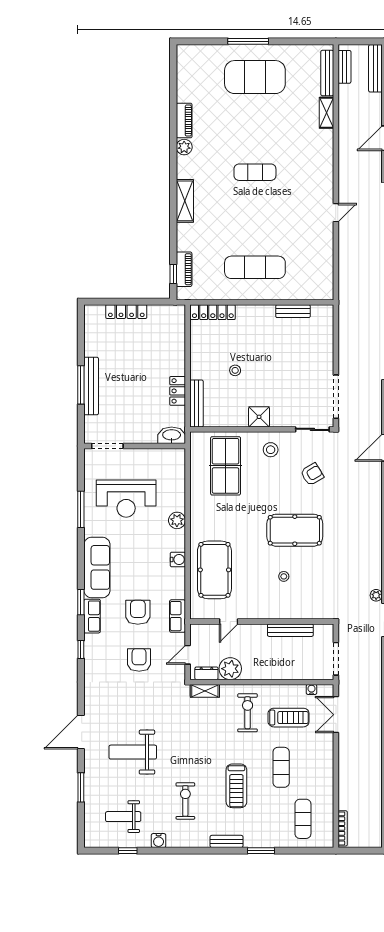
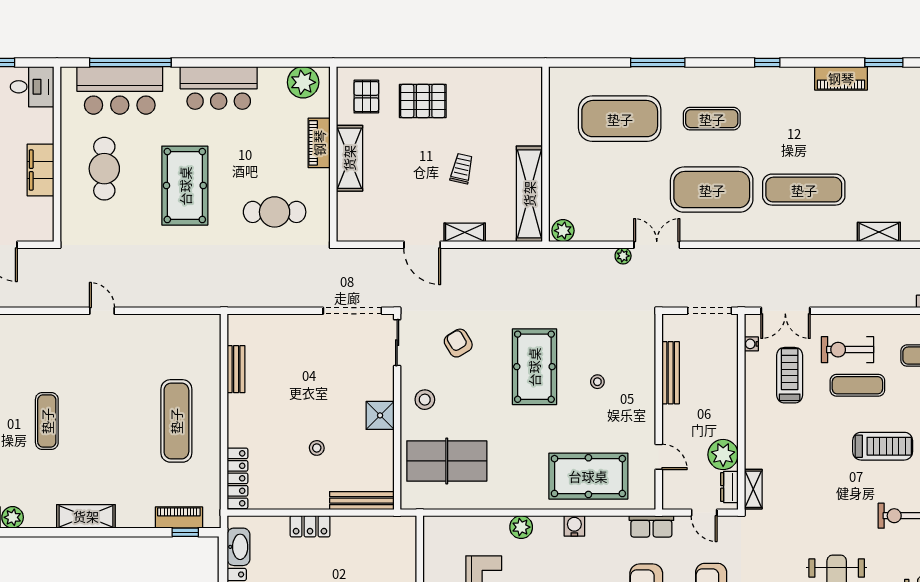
locker: (178, 391) -> (310, 526), moved
washbasin: (172, 435) -> (239, 547), moved, turned 180
exercise bike: (248, 713) -> (847, 350), moved

